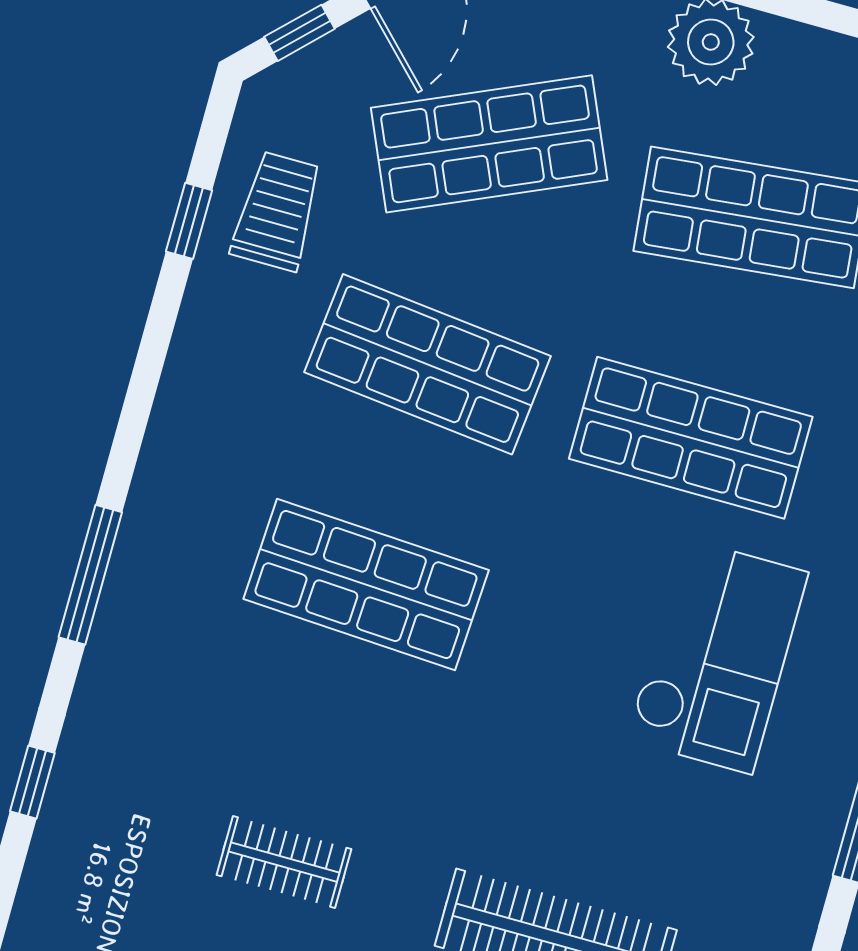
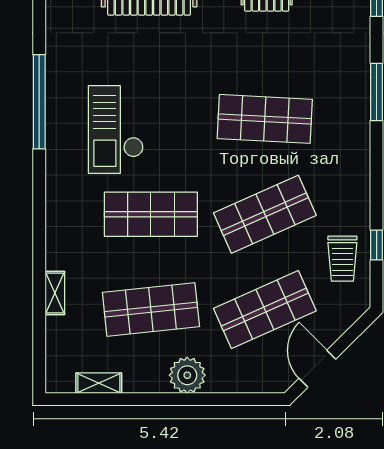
window: (300, 33) -> (353, 333), removed
shop shelf: (428, 364) -> (265, 214), turned -30

